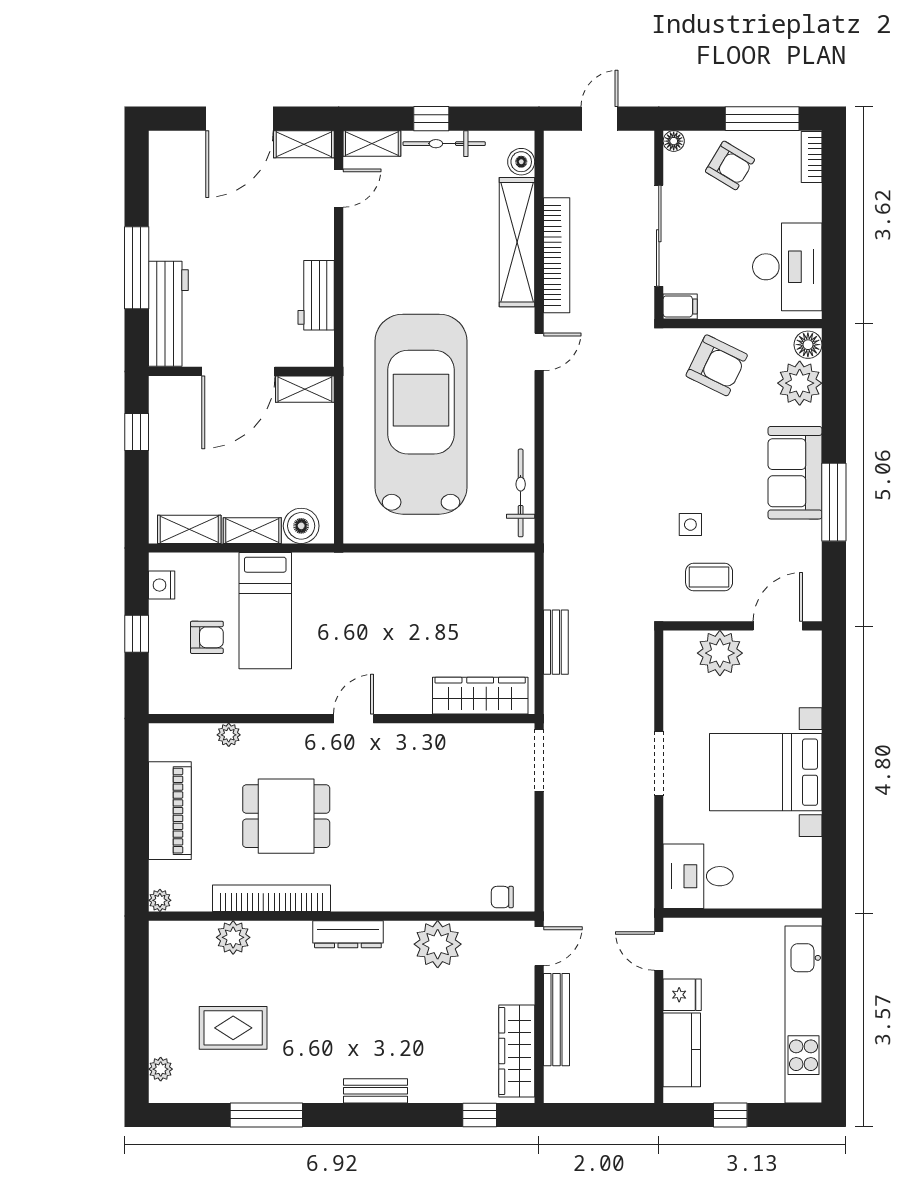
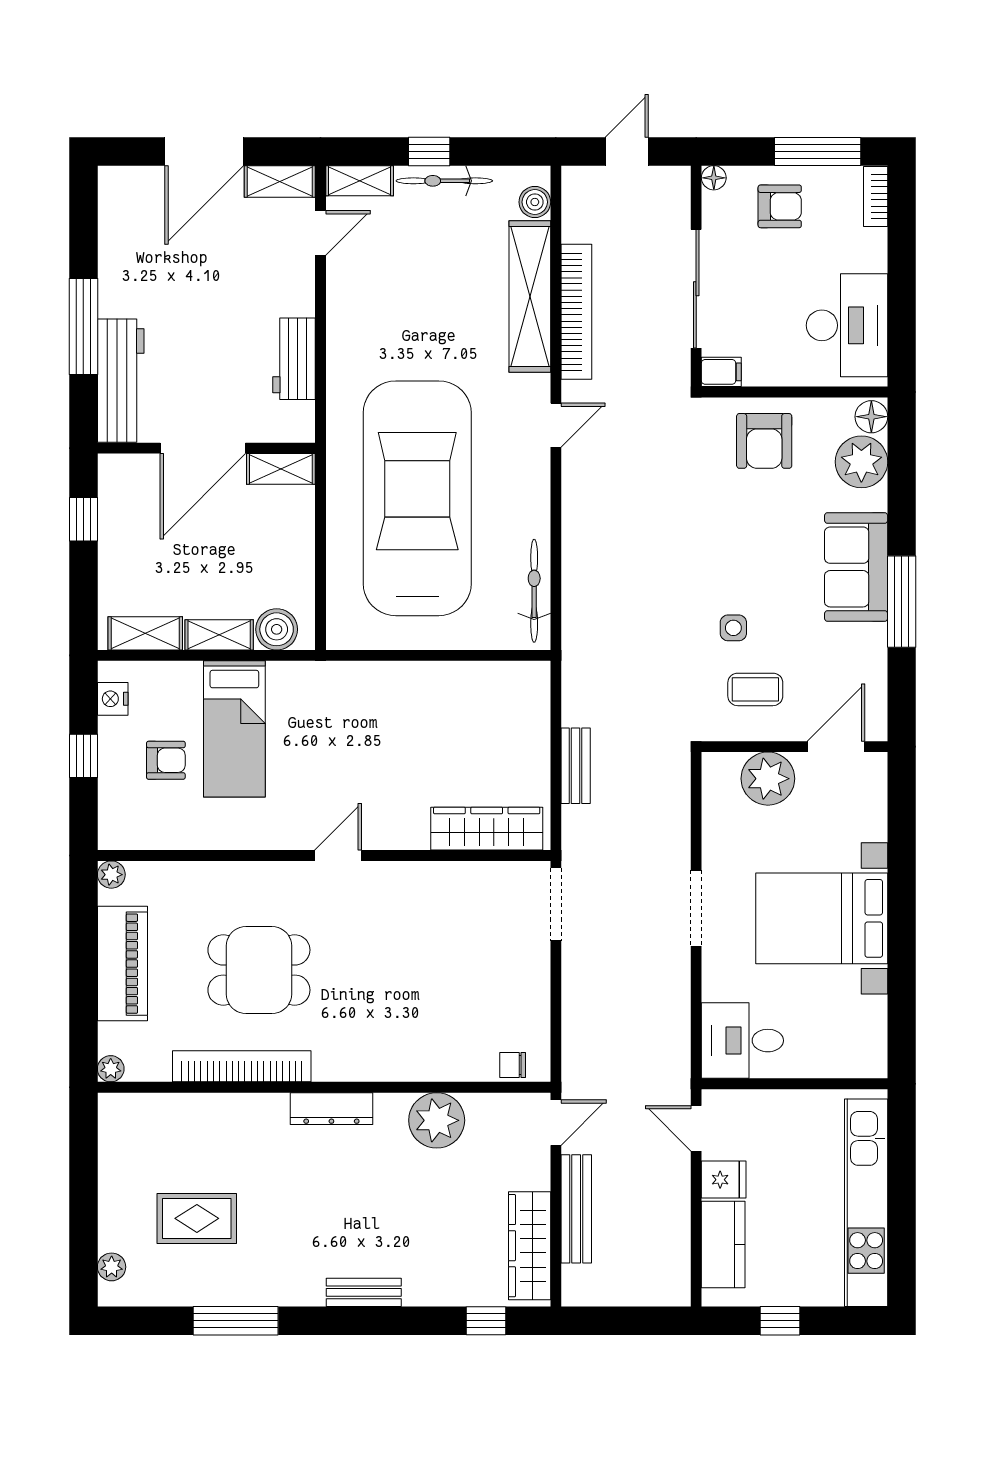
armchair: (730, 165) -> (780, 206), turned -31
armchair: (717, 365) -> (764, 441), turned 64
plant: (229, 735) -> (111, 875), moved
plant: (233, 937) -> (197, 1112), removed

